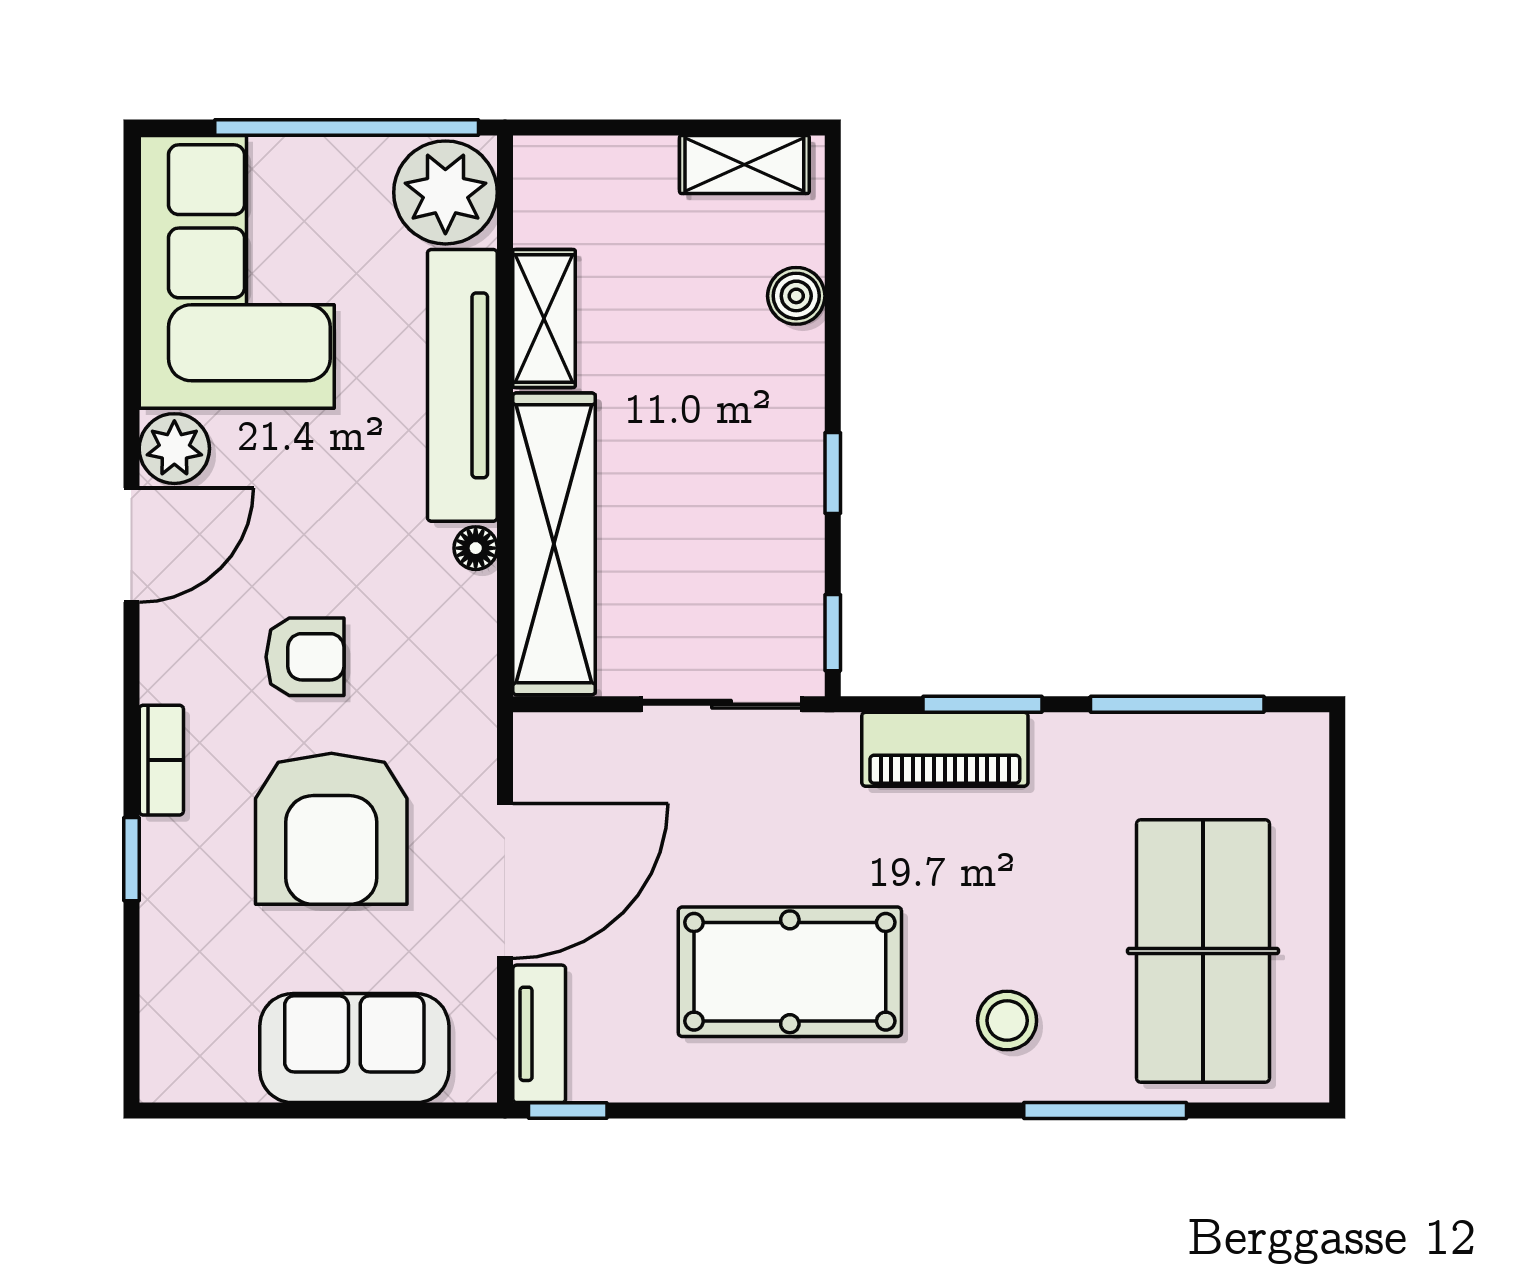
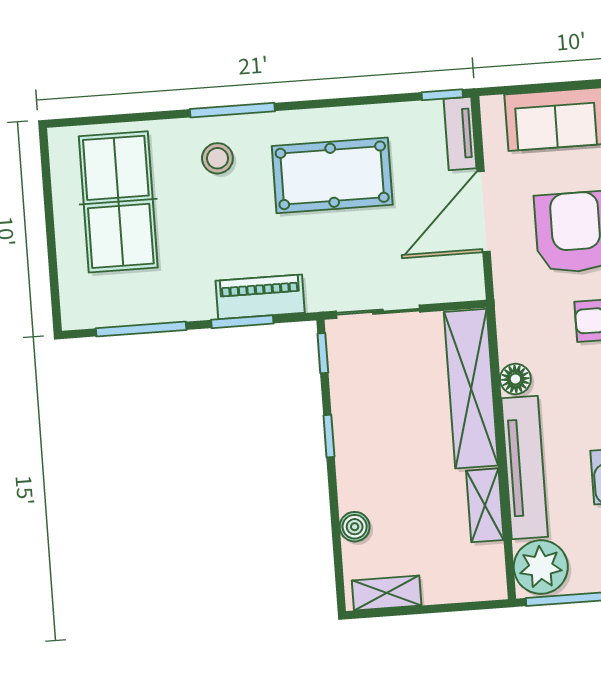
floor lamp: (476, 548) -> (515, 379), width x1.37, depth x1.37
window: (1105, 1111) -> (232, 110), moved

